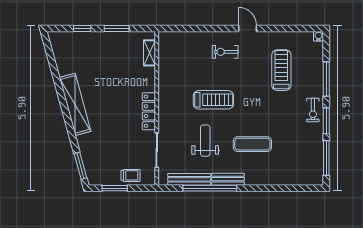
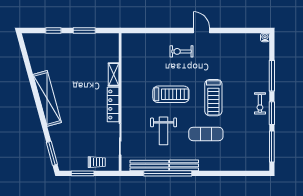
shelving: (149, 53) -> (114, 74), moved
treadmill: (281, 70) -> (213, 98), moved, turned 180
weight bench: (205, 141) -> (164, 131), turned 180

